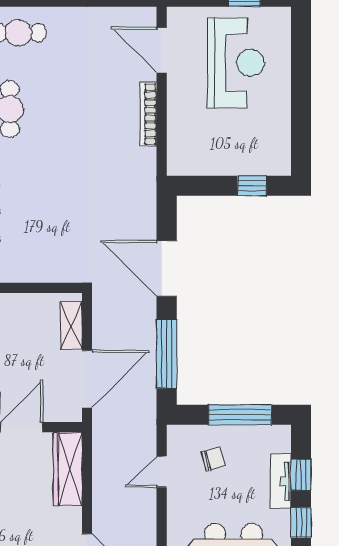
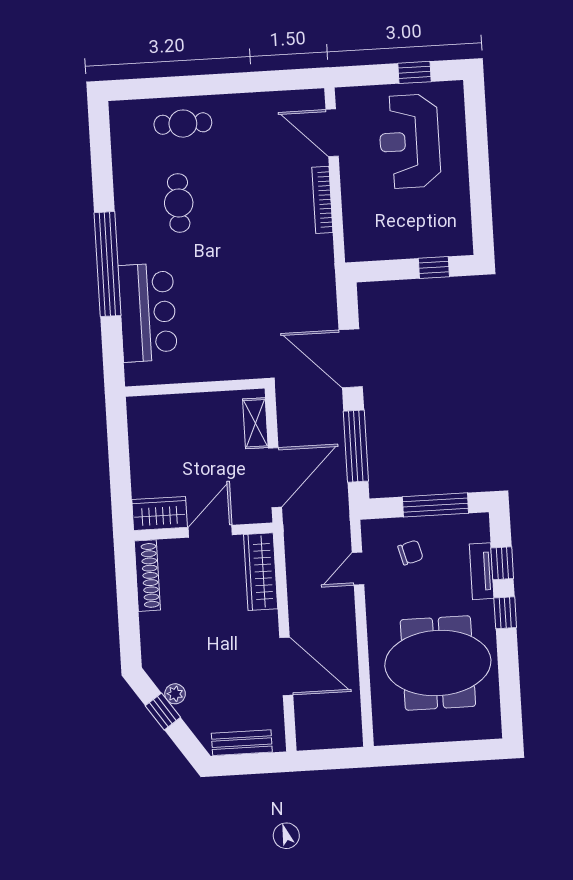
reception desk: (236, 63) -> (410, 141), turned 180

